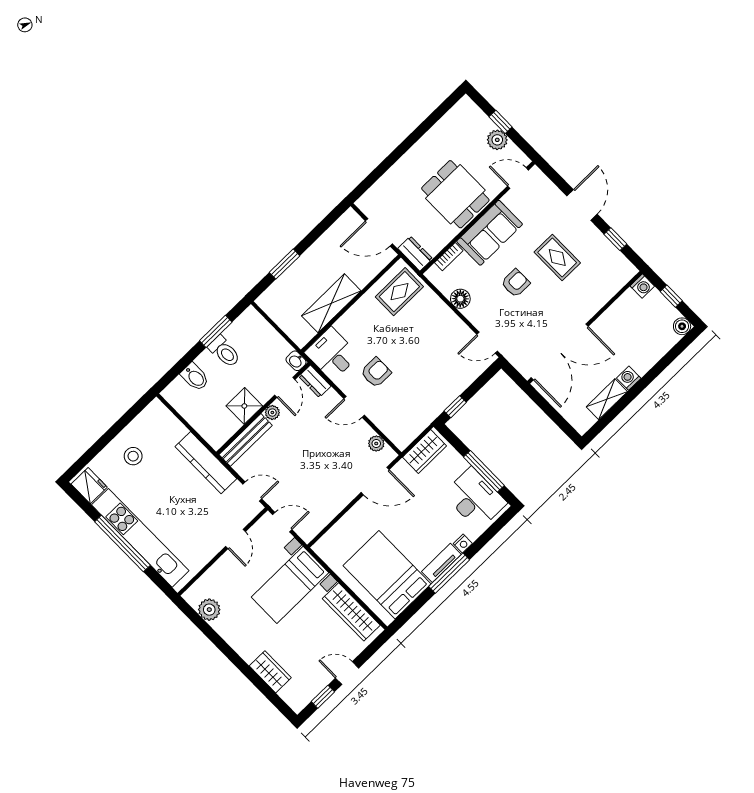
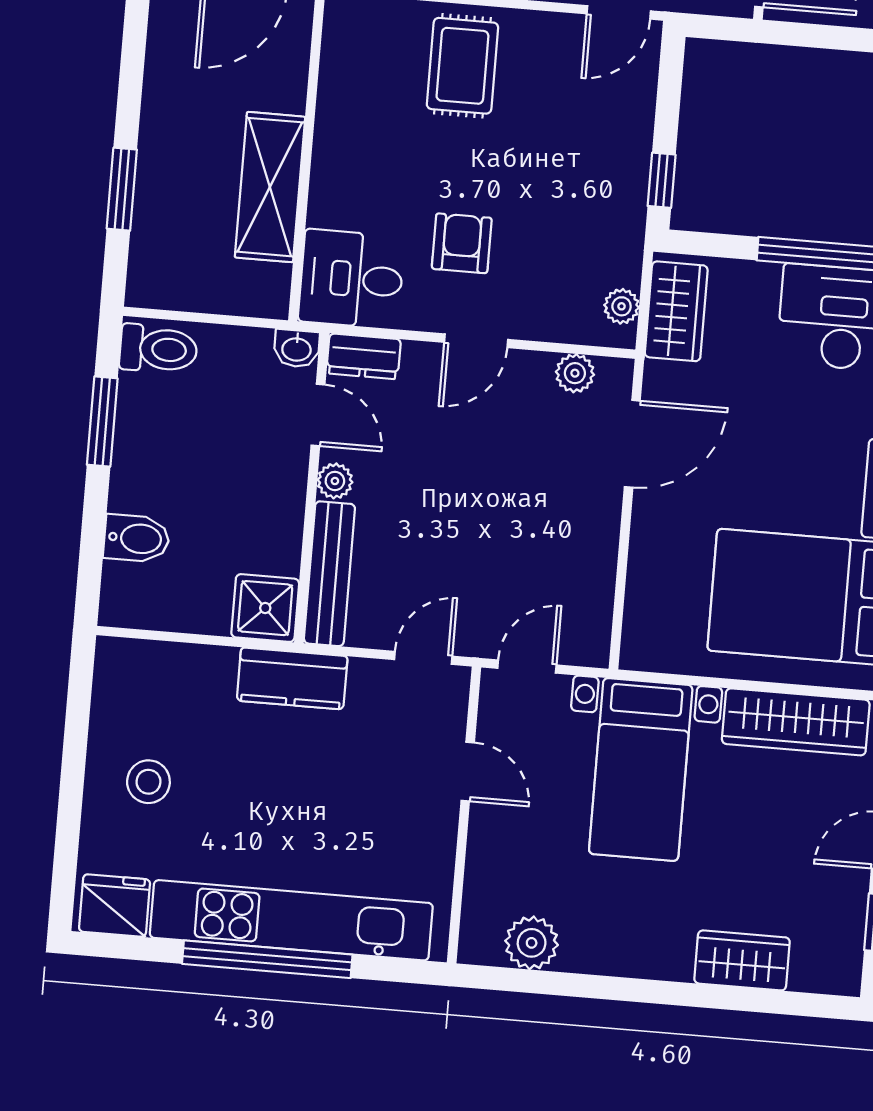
rug: (399, 292) -> (462, 66), moved
toilet: (224, 352) -> (158, 349), moved
shower: (244, 406) -> (265, 608), moved
plant: (409, 435) -> (622, 306), added
kitchen counter: (206, 463) -> (292, 678), width x0.67

